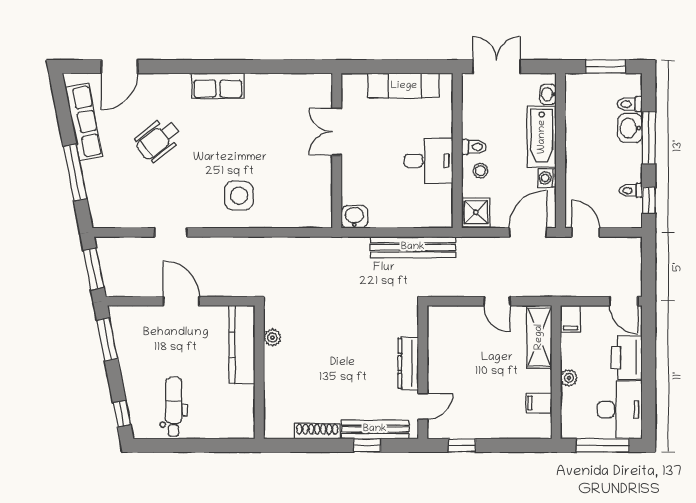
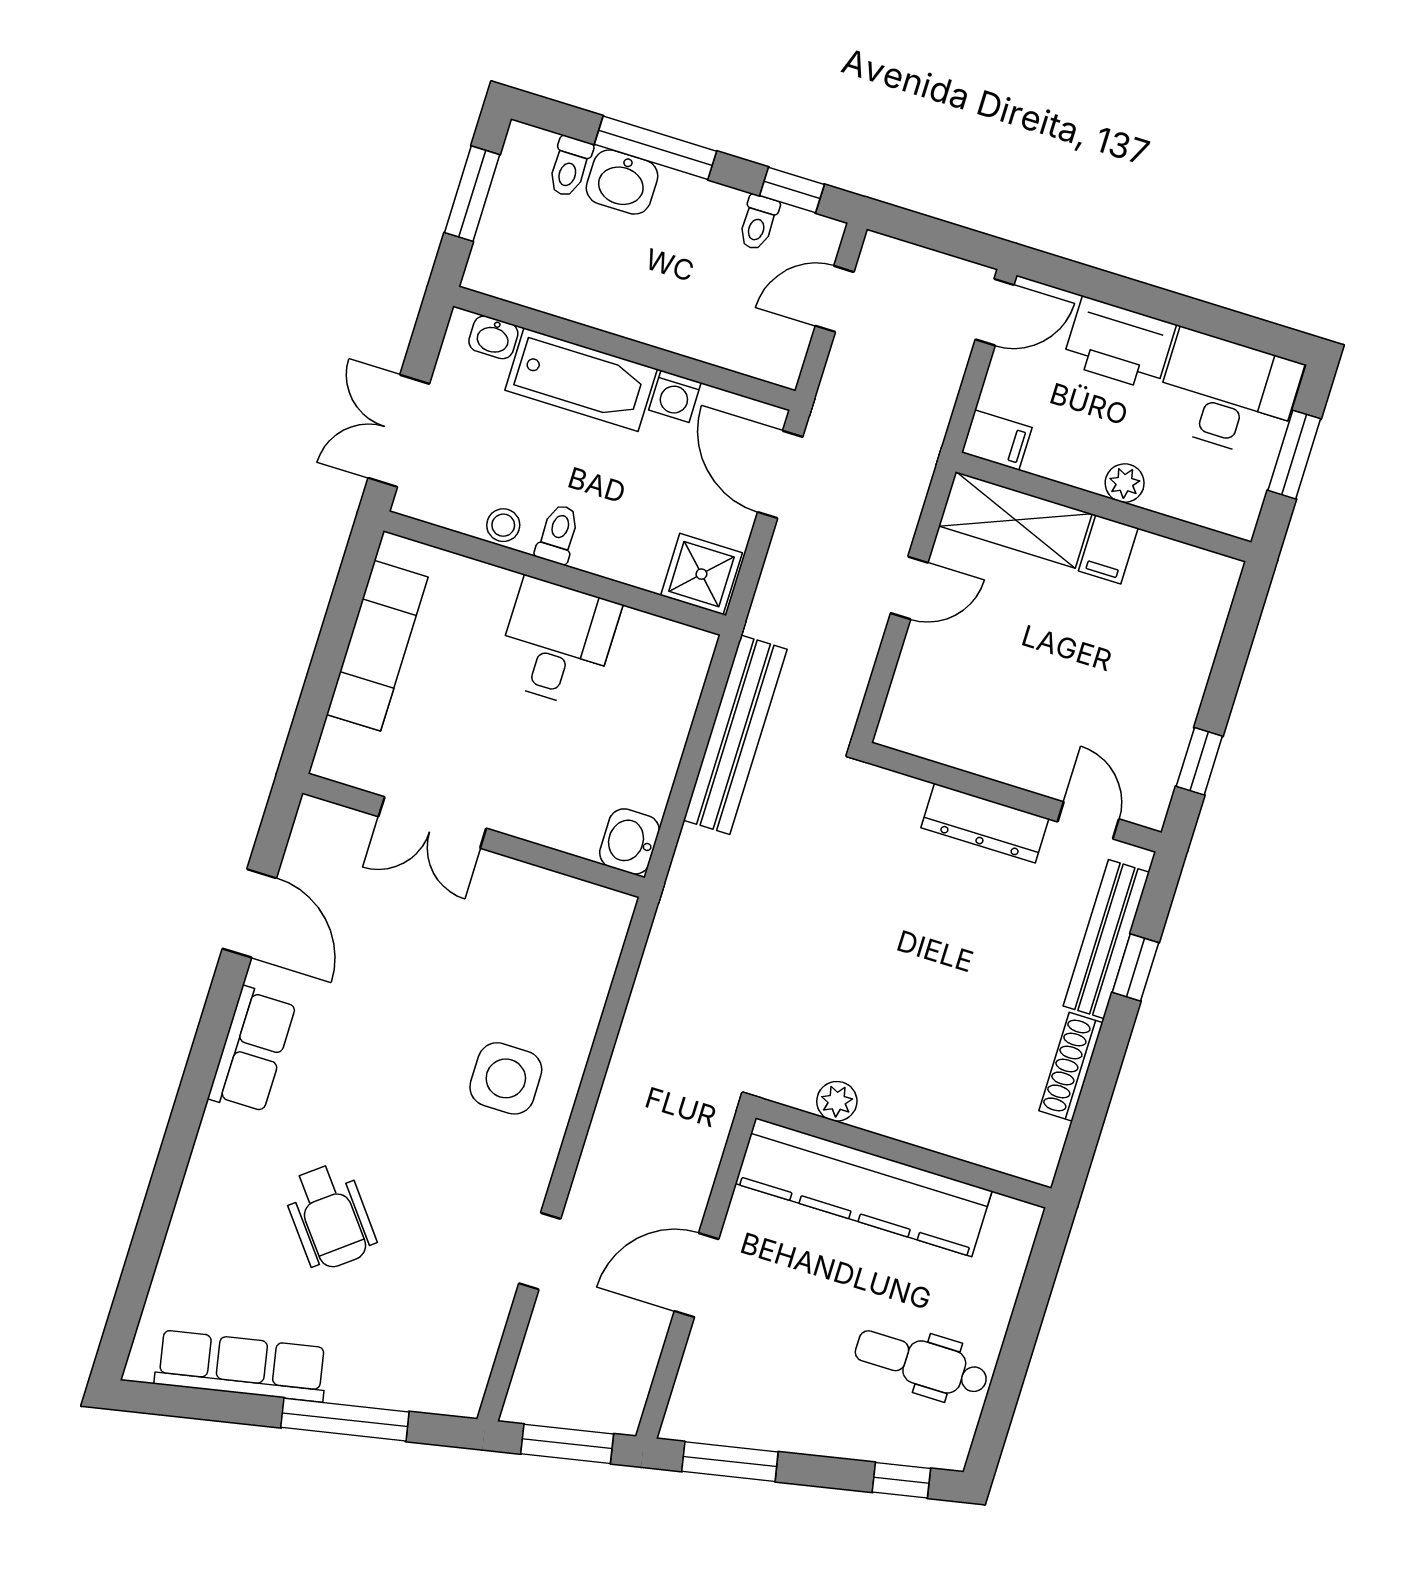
door: (120, 67) -> (249, 913), moved
stool: (480, 171) -> (503, 525), moved
door: (586, 232) -> (835, 299), moved
kitchen counter: (242, 345) -> (864, 1187), width x1.39, depth x1.17
filing cabinet: (539, 403) -> (1108, 550), moved
window: (603, 445) -> (1294, 455), width x0.69

